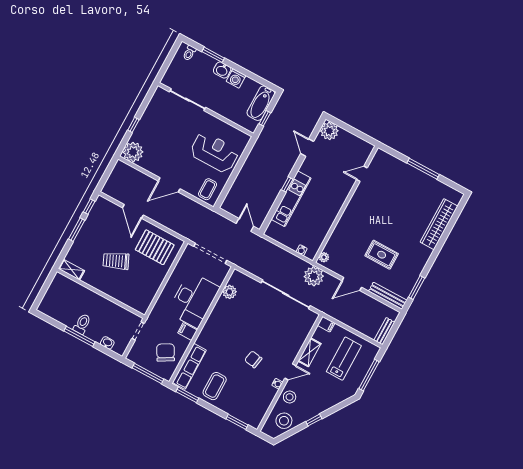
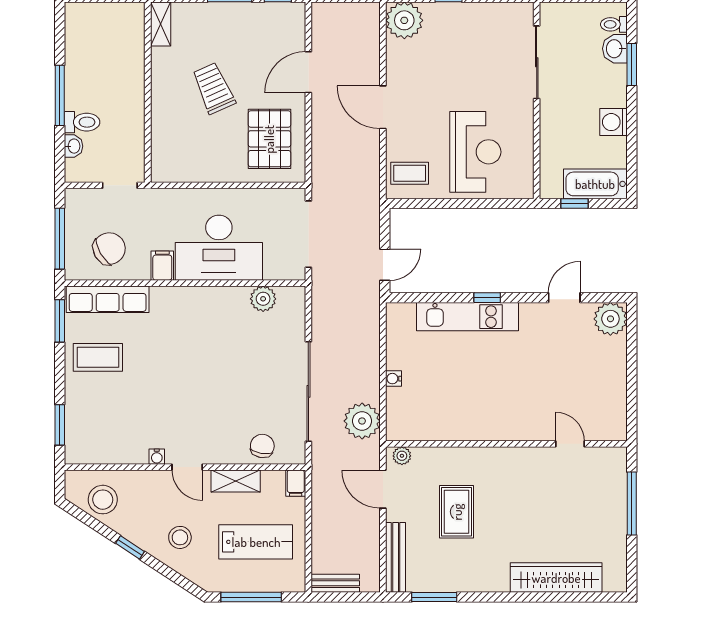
washbasin: (222, 70) -> (615, 49), moved
door: (362, 174) -> (570, 444), moved
wall: (345, 204) -> (506, 444), moved
plant: (324, 257) -> (402, 456), moved
toilet: (82, 324) -> (82, 122), moved
chair: (253, 359) -> (262, 446), moved
stool: (290, 397) -> (180, 537), moved

